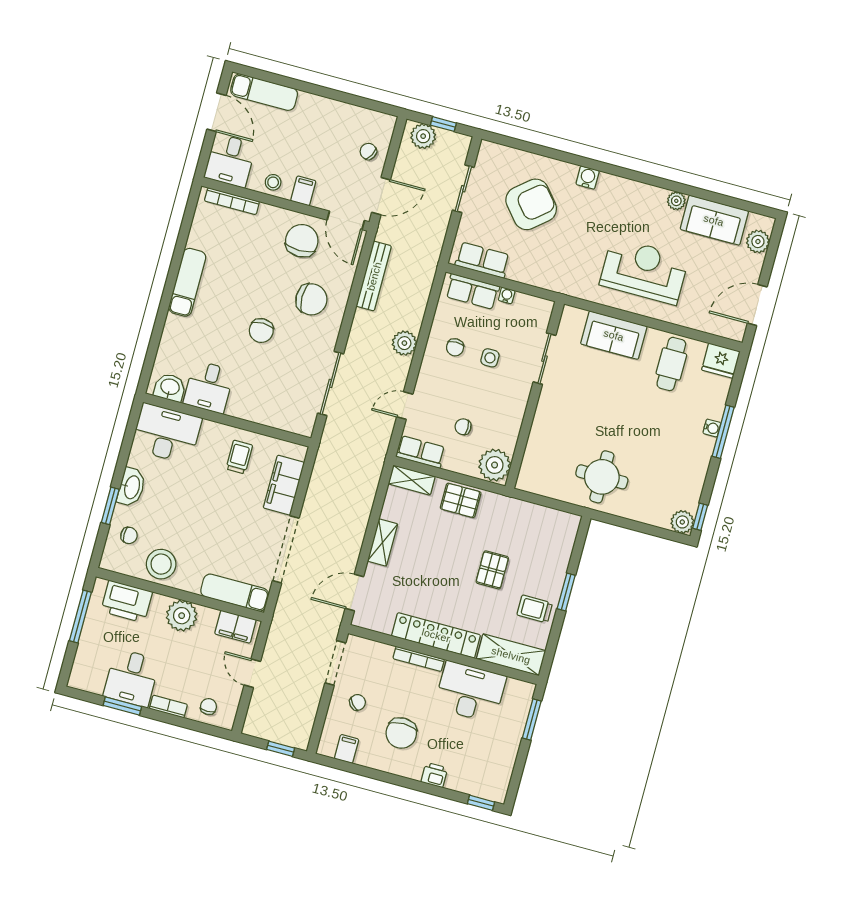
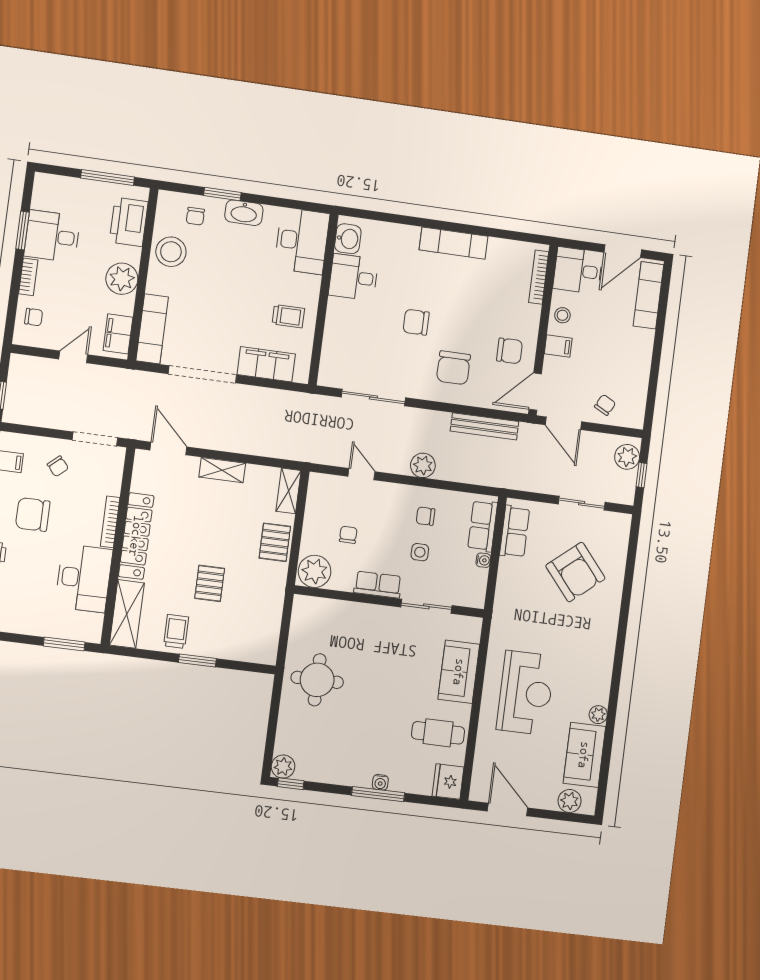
water cooler: (588, 178) -> (609, 624), removed
chair: (302, 241) -> (509, 351), width x0.73, depth x0.73
row of seats: (421, 452) -> (378, 585), moved, turned -90
pallet: (492, 570) -> (210, 583), turned 90

